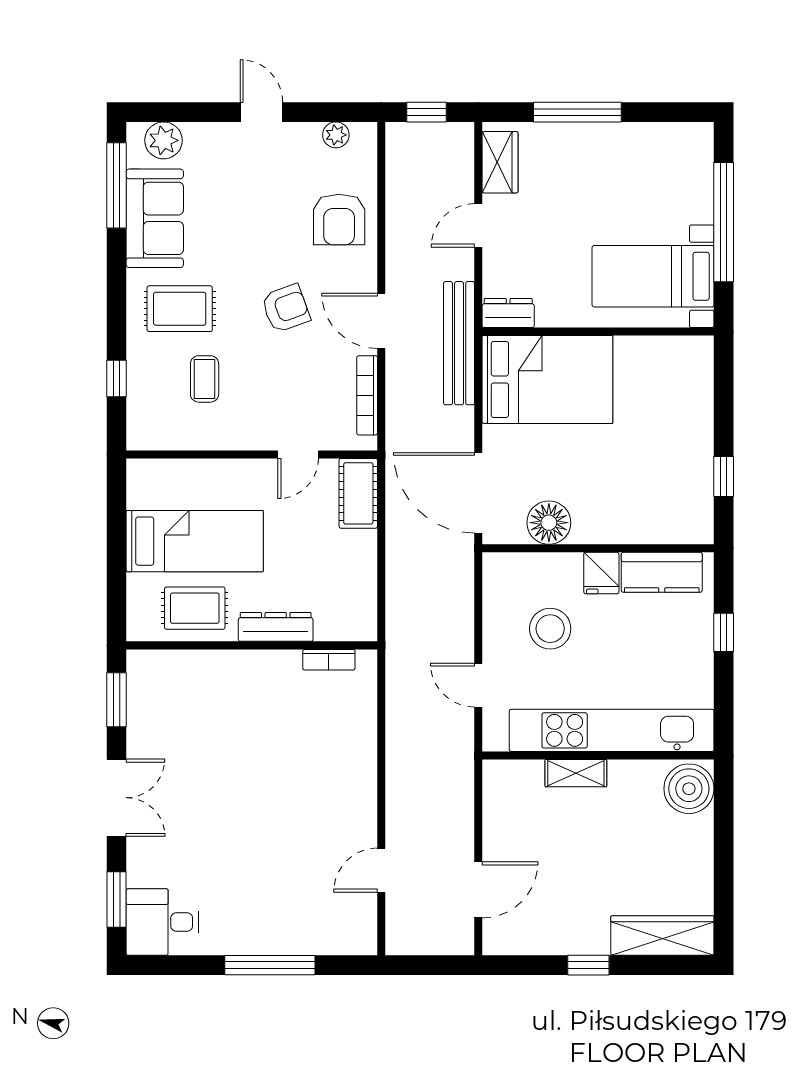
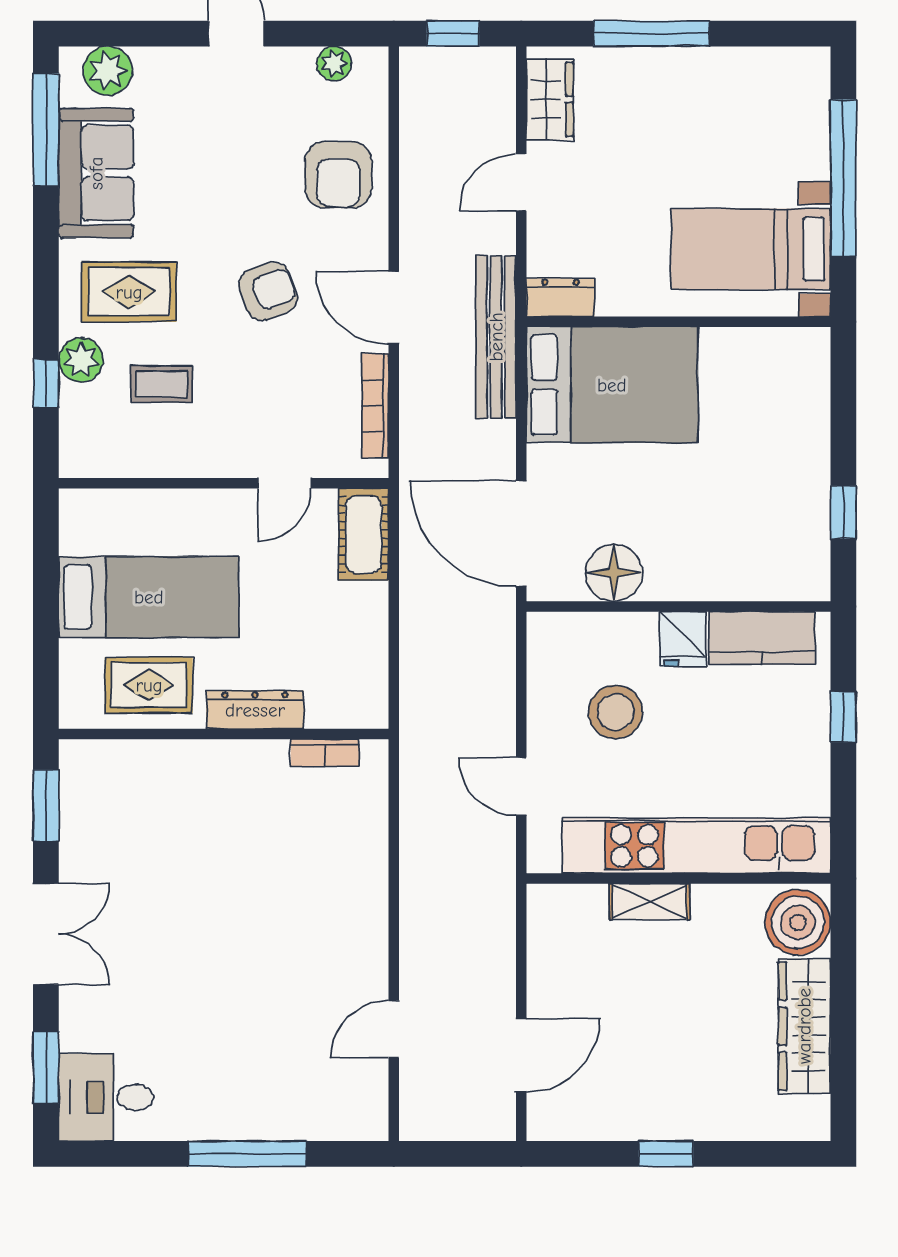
plant: (143, 361) -> (81, 360), added
coffee table: (205, 379) -> (162, 384), turned 90
wardrobe: (662, 935) -> (804, 1026), moved, turned -90

